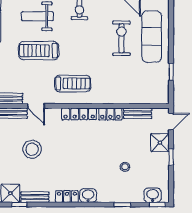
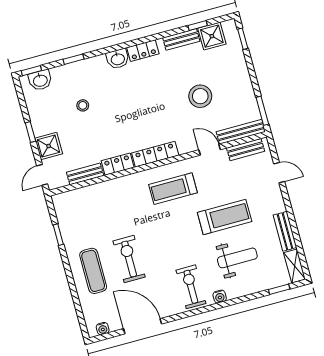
exercise mat: (152, 37) -> (93, 271), width x0.73, depth x0.69
exercise bike: (121, 38) -> (129, 259), turned 180

